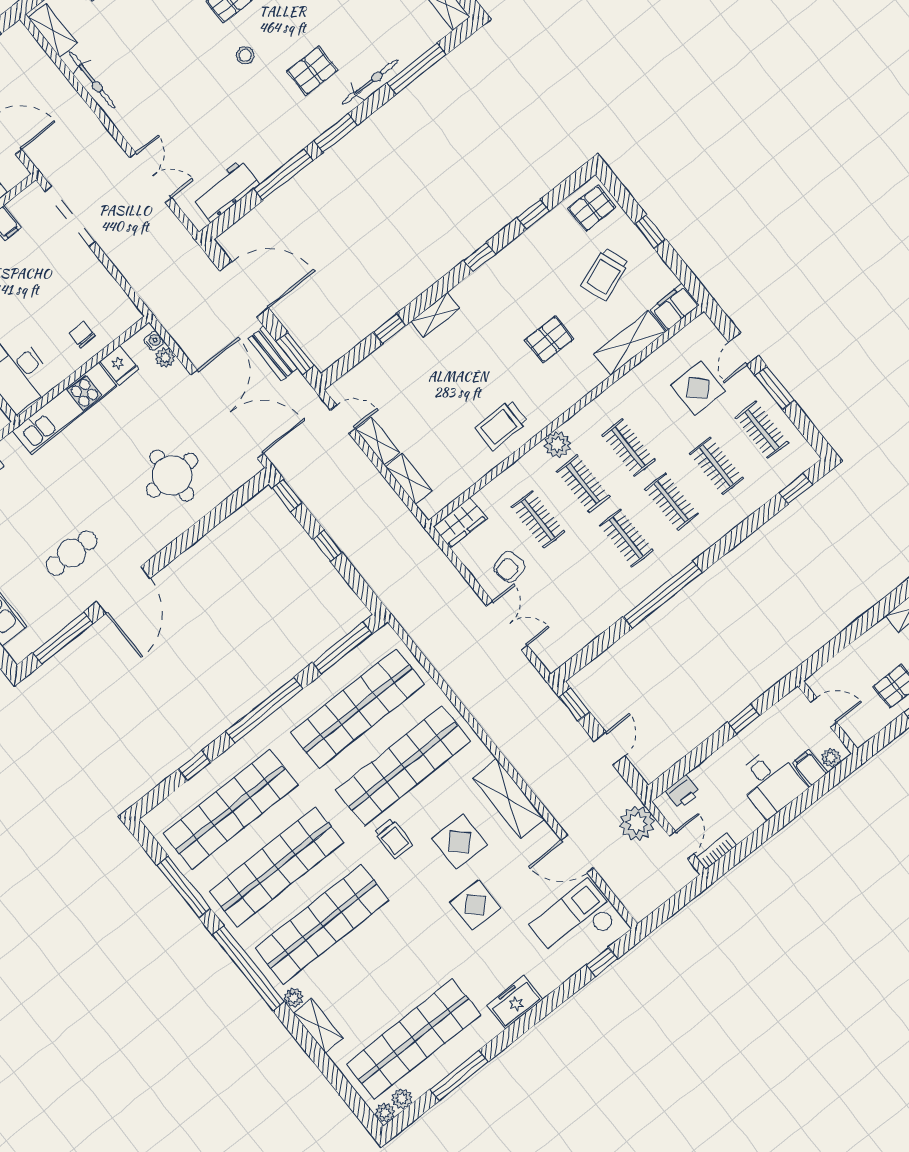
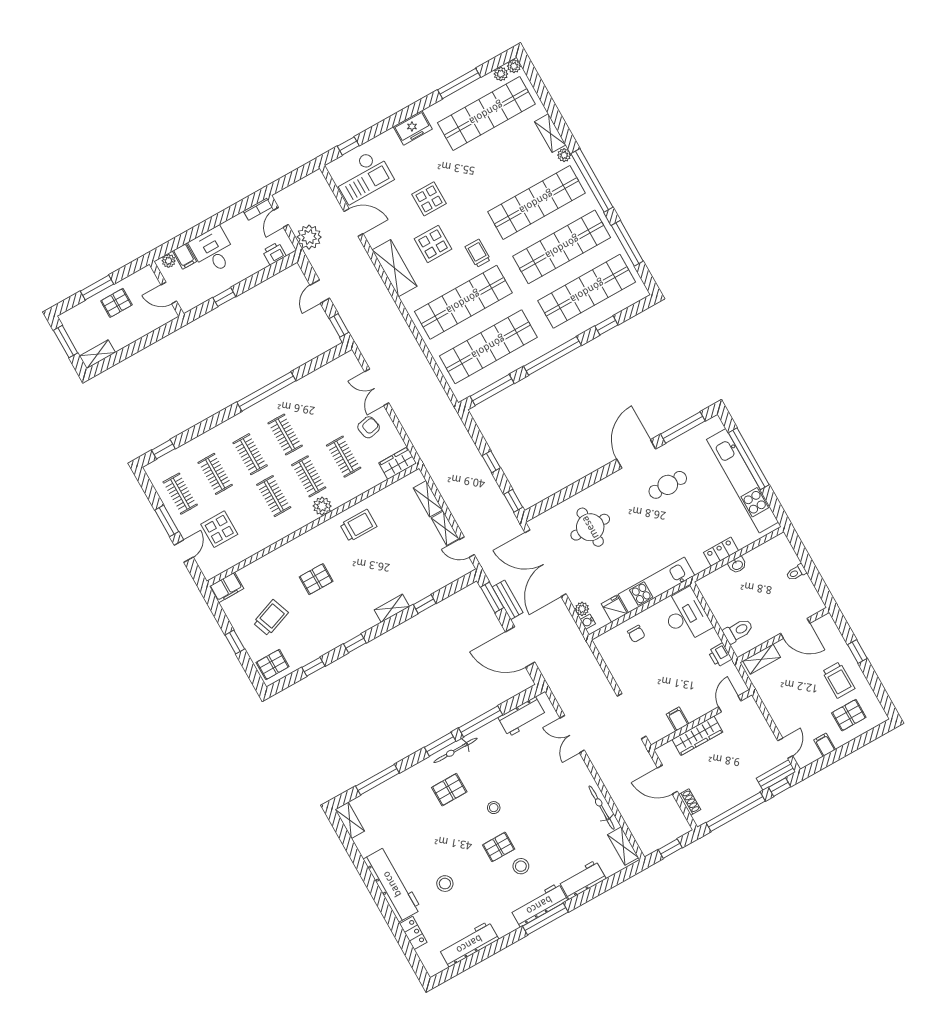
bicycle: (370, 82) -> (455, 750), moved
shelving: (630, 343) -> (261, 568), removed

